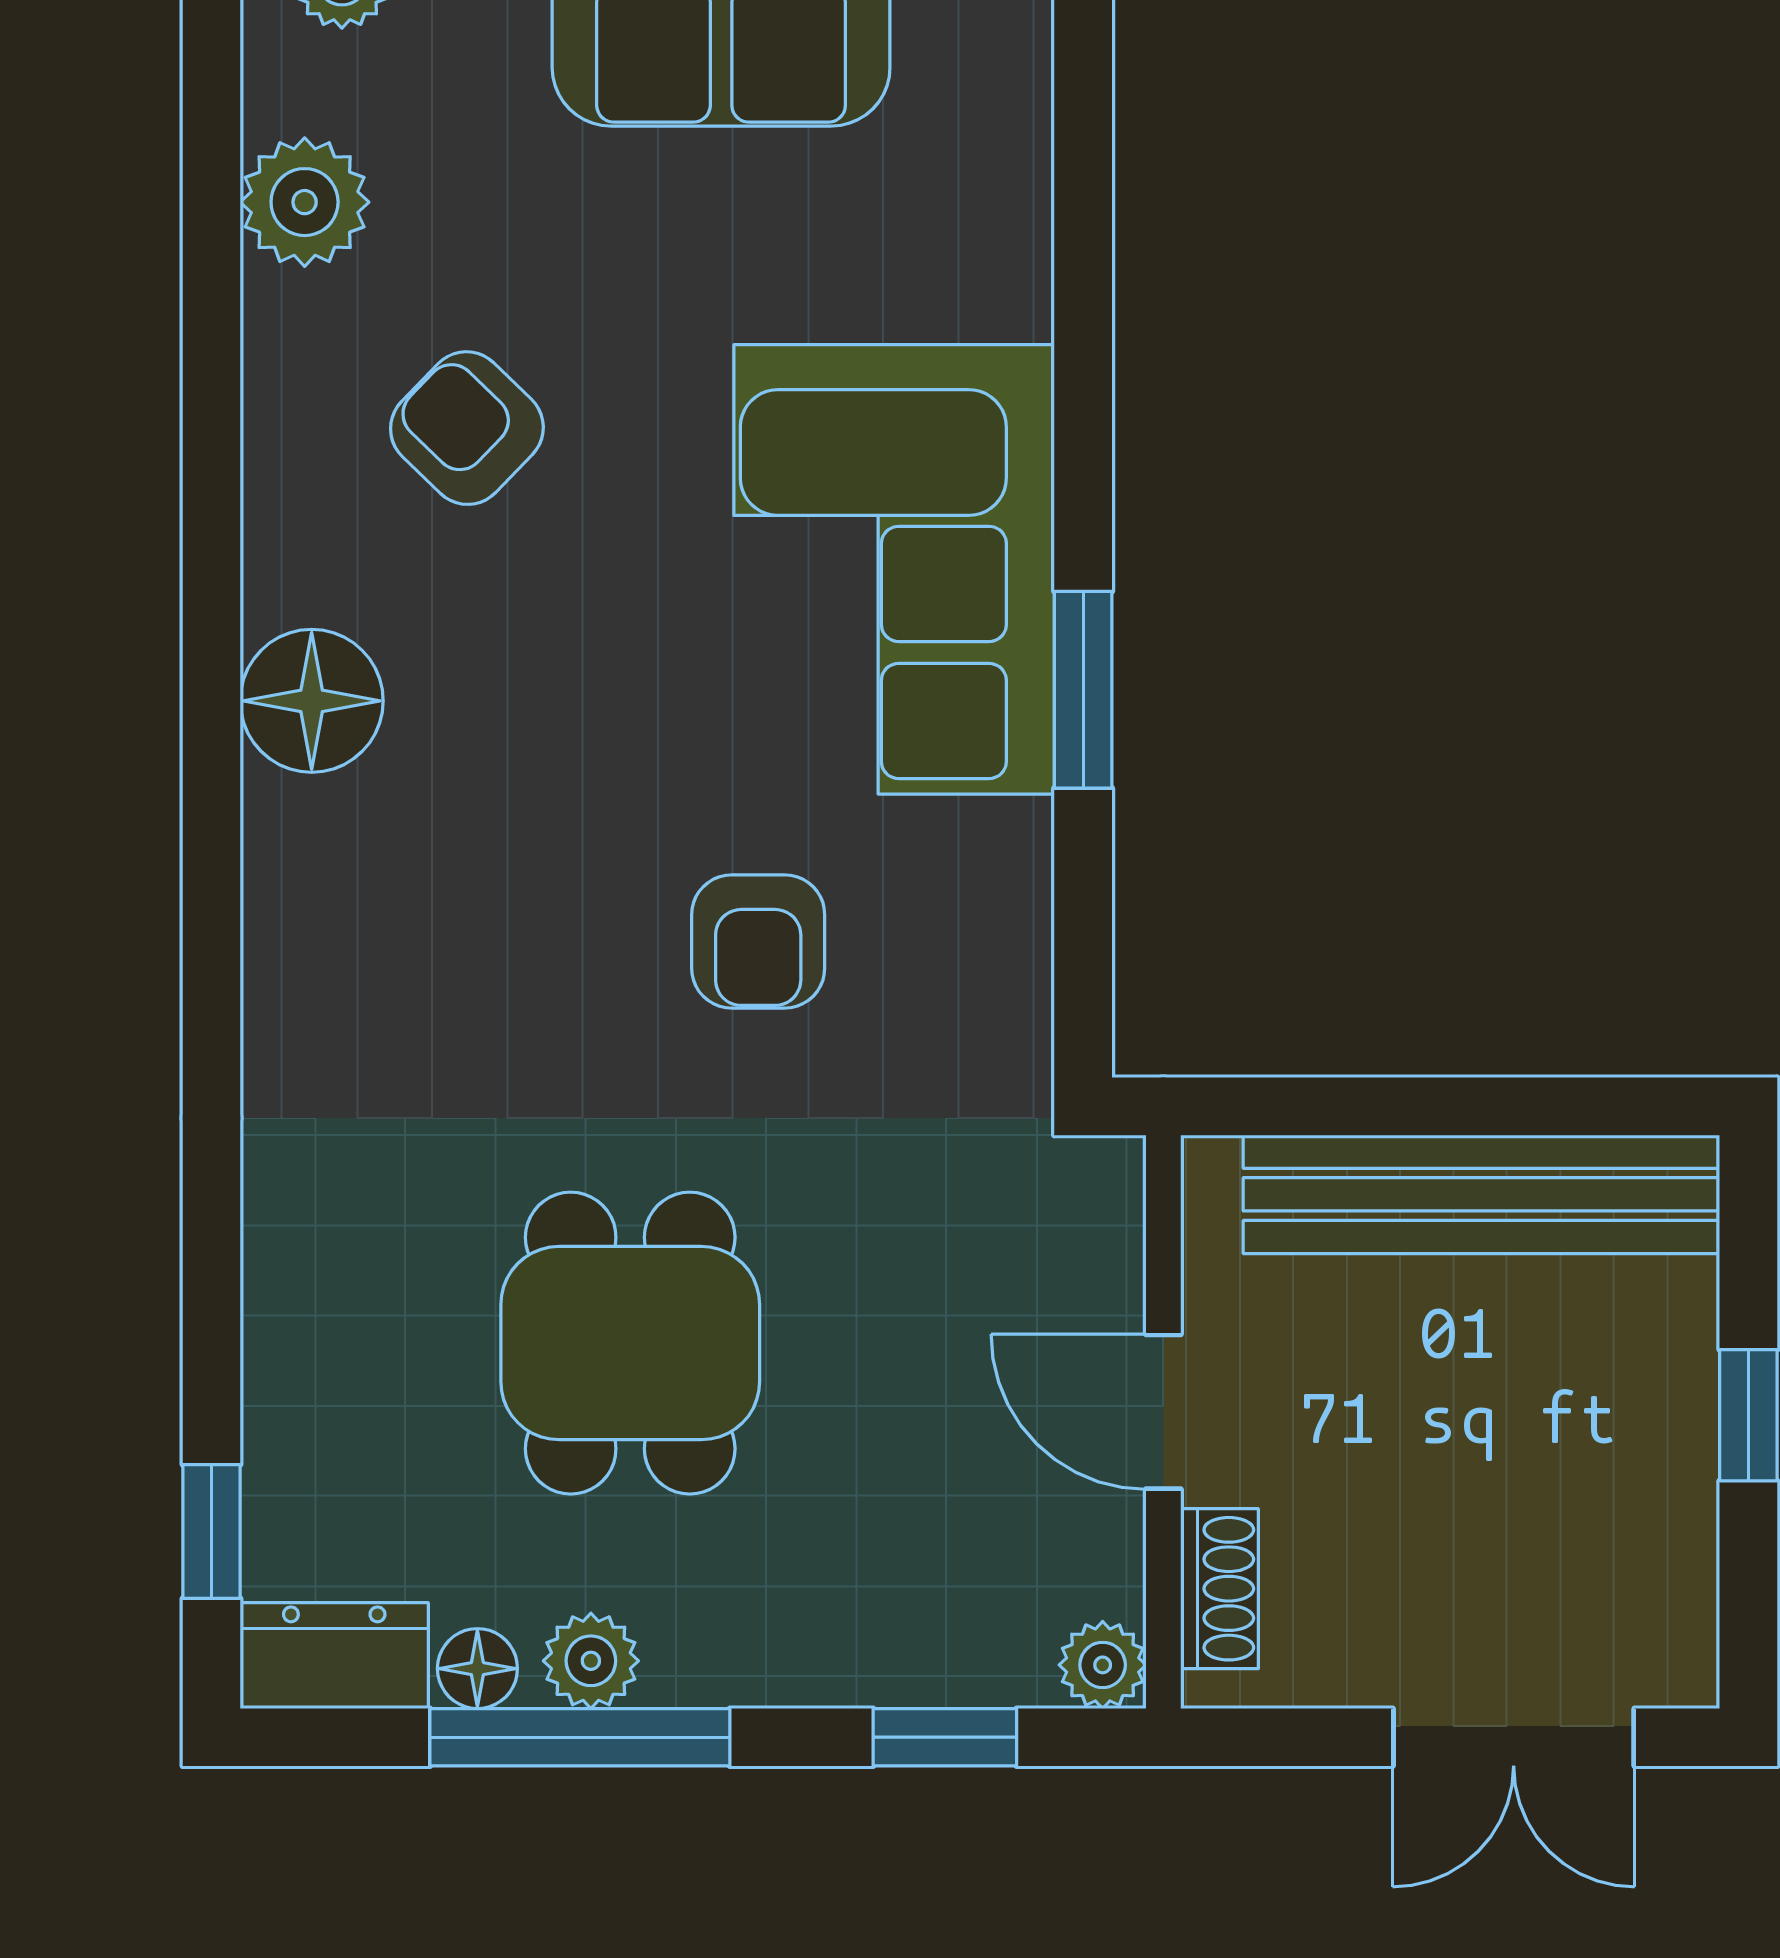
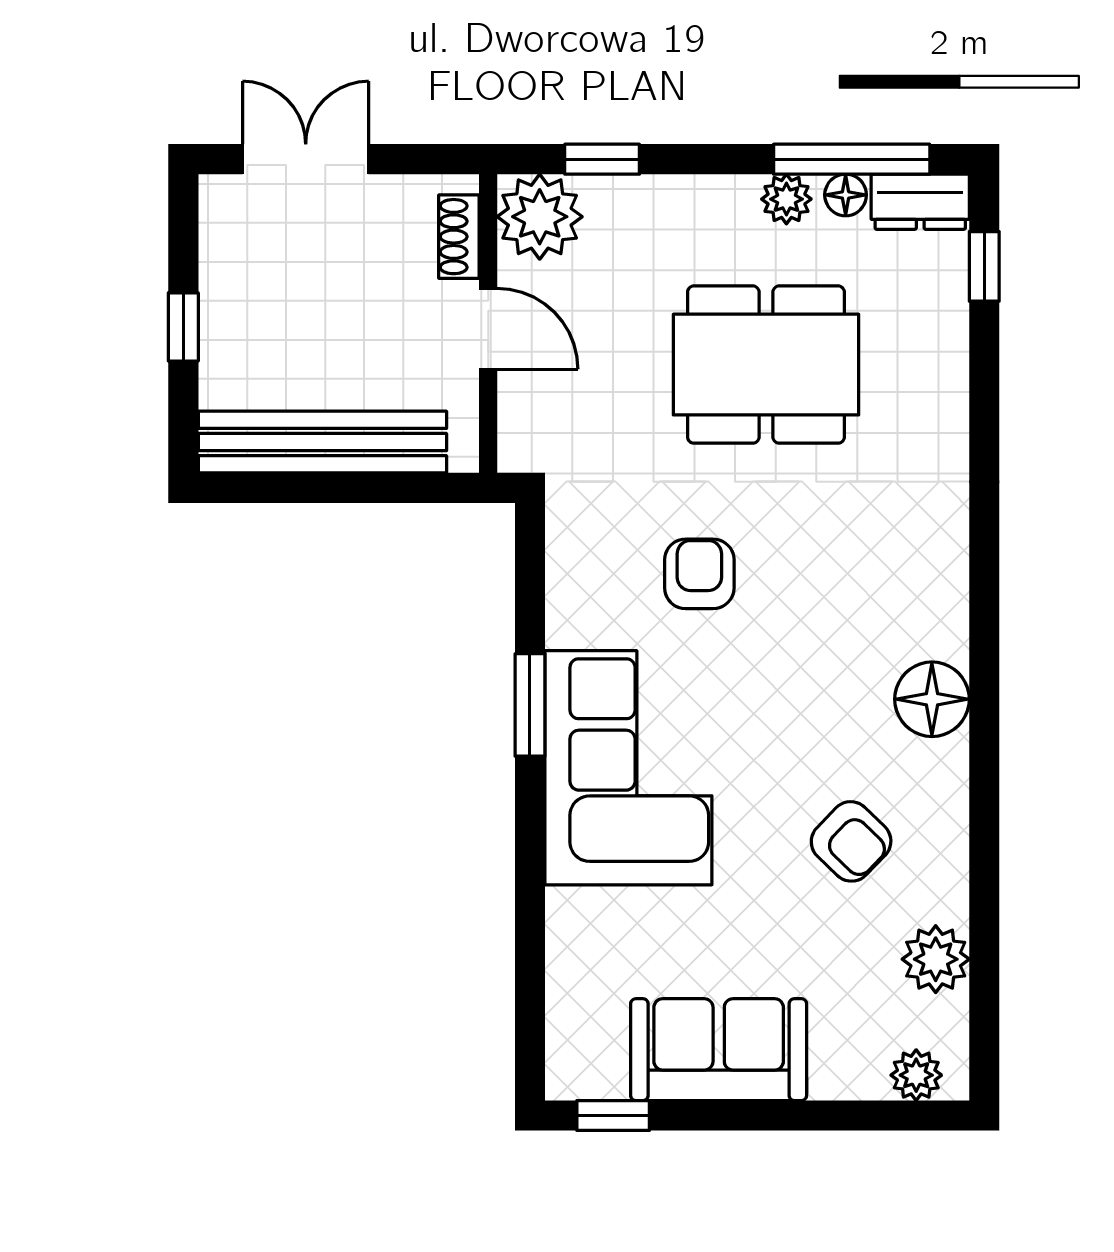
dining table: (630, 1343) -> (766, 365), width x1.38
plant: (1103, 1665) -> (540, 217), width x1.88, depth x1.88
window: (580, 1737) -> (852, 159), moved

